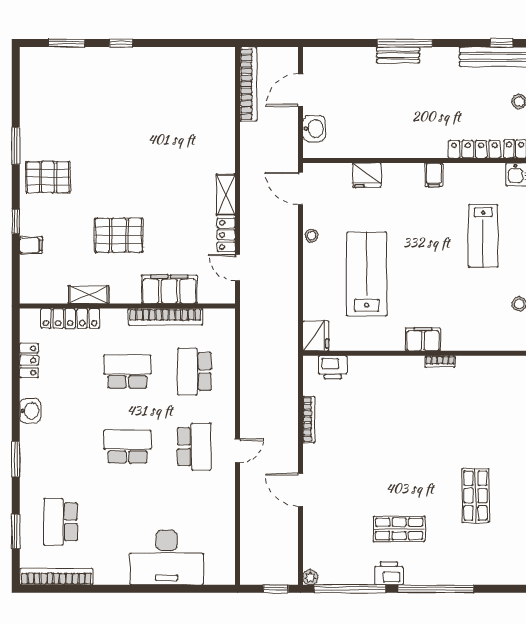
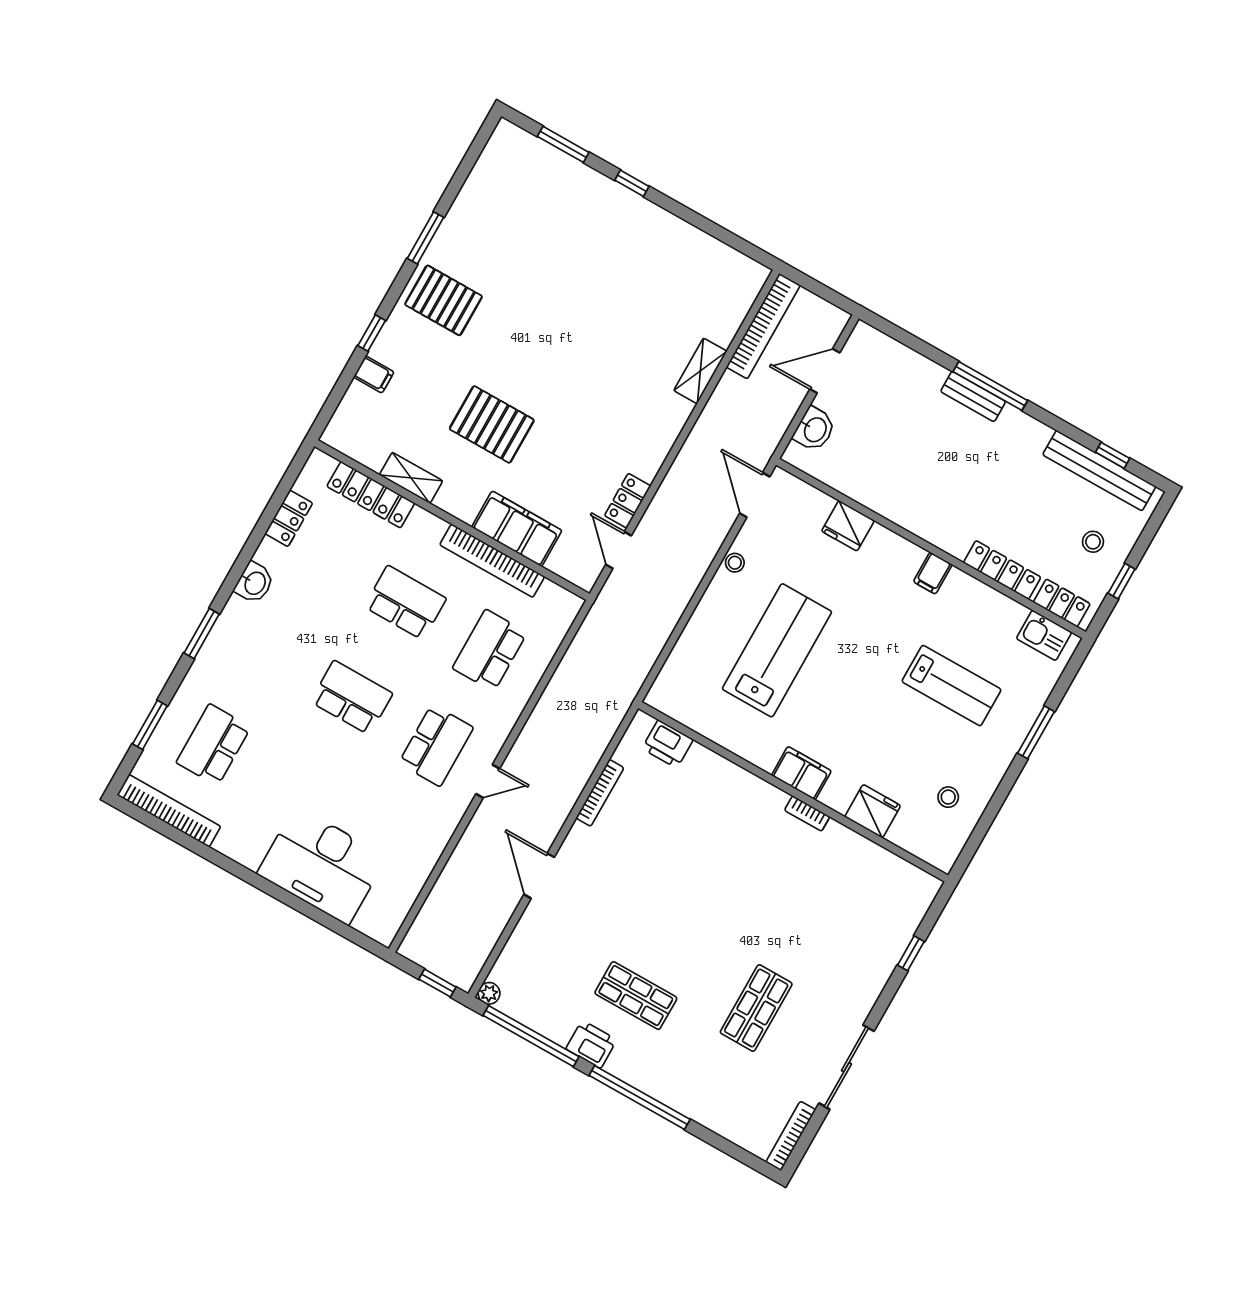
shelving: (226, 195) -> (700, 371), moved
lab bench: (483, 236) -> (952, 686), turned -90
fridge: (316, 336) -> (873, 811), moved, turned -90

